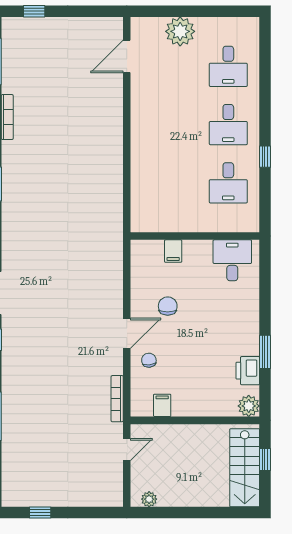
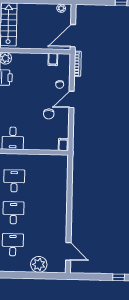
door: (127, 56) -> (68, 251), hinge flipped
filing cabinet: (173, 251) -> (63, 144), moved
door: (127, 450) -> (73, 36), width x1.88

